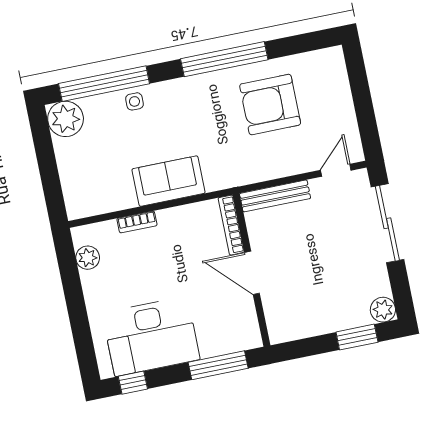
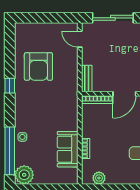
window: (224, 59) -> (10, 86), width x0.32
sofa: (169, 181) -> (68, 149), moved
bench: (275, 196) -> (87, 78), width x0.73

